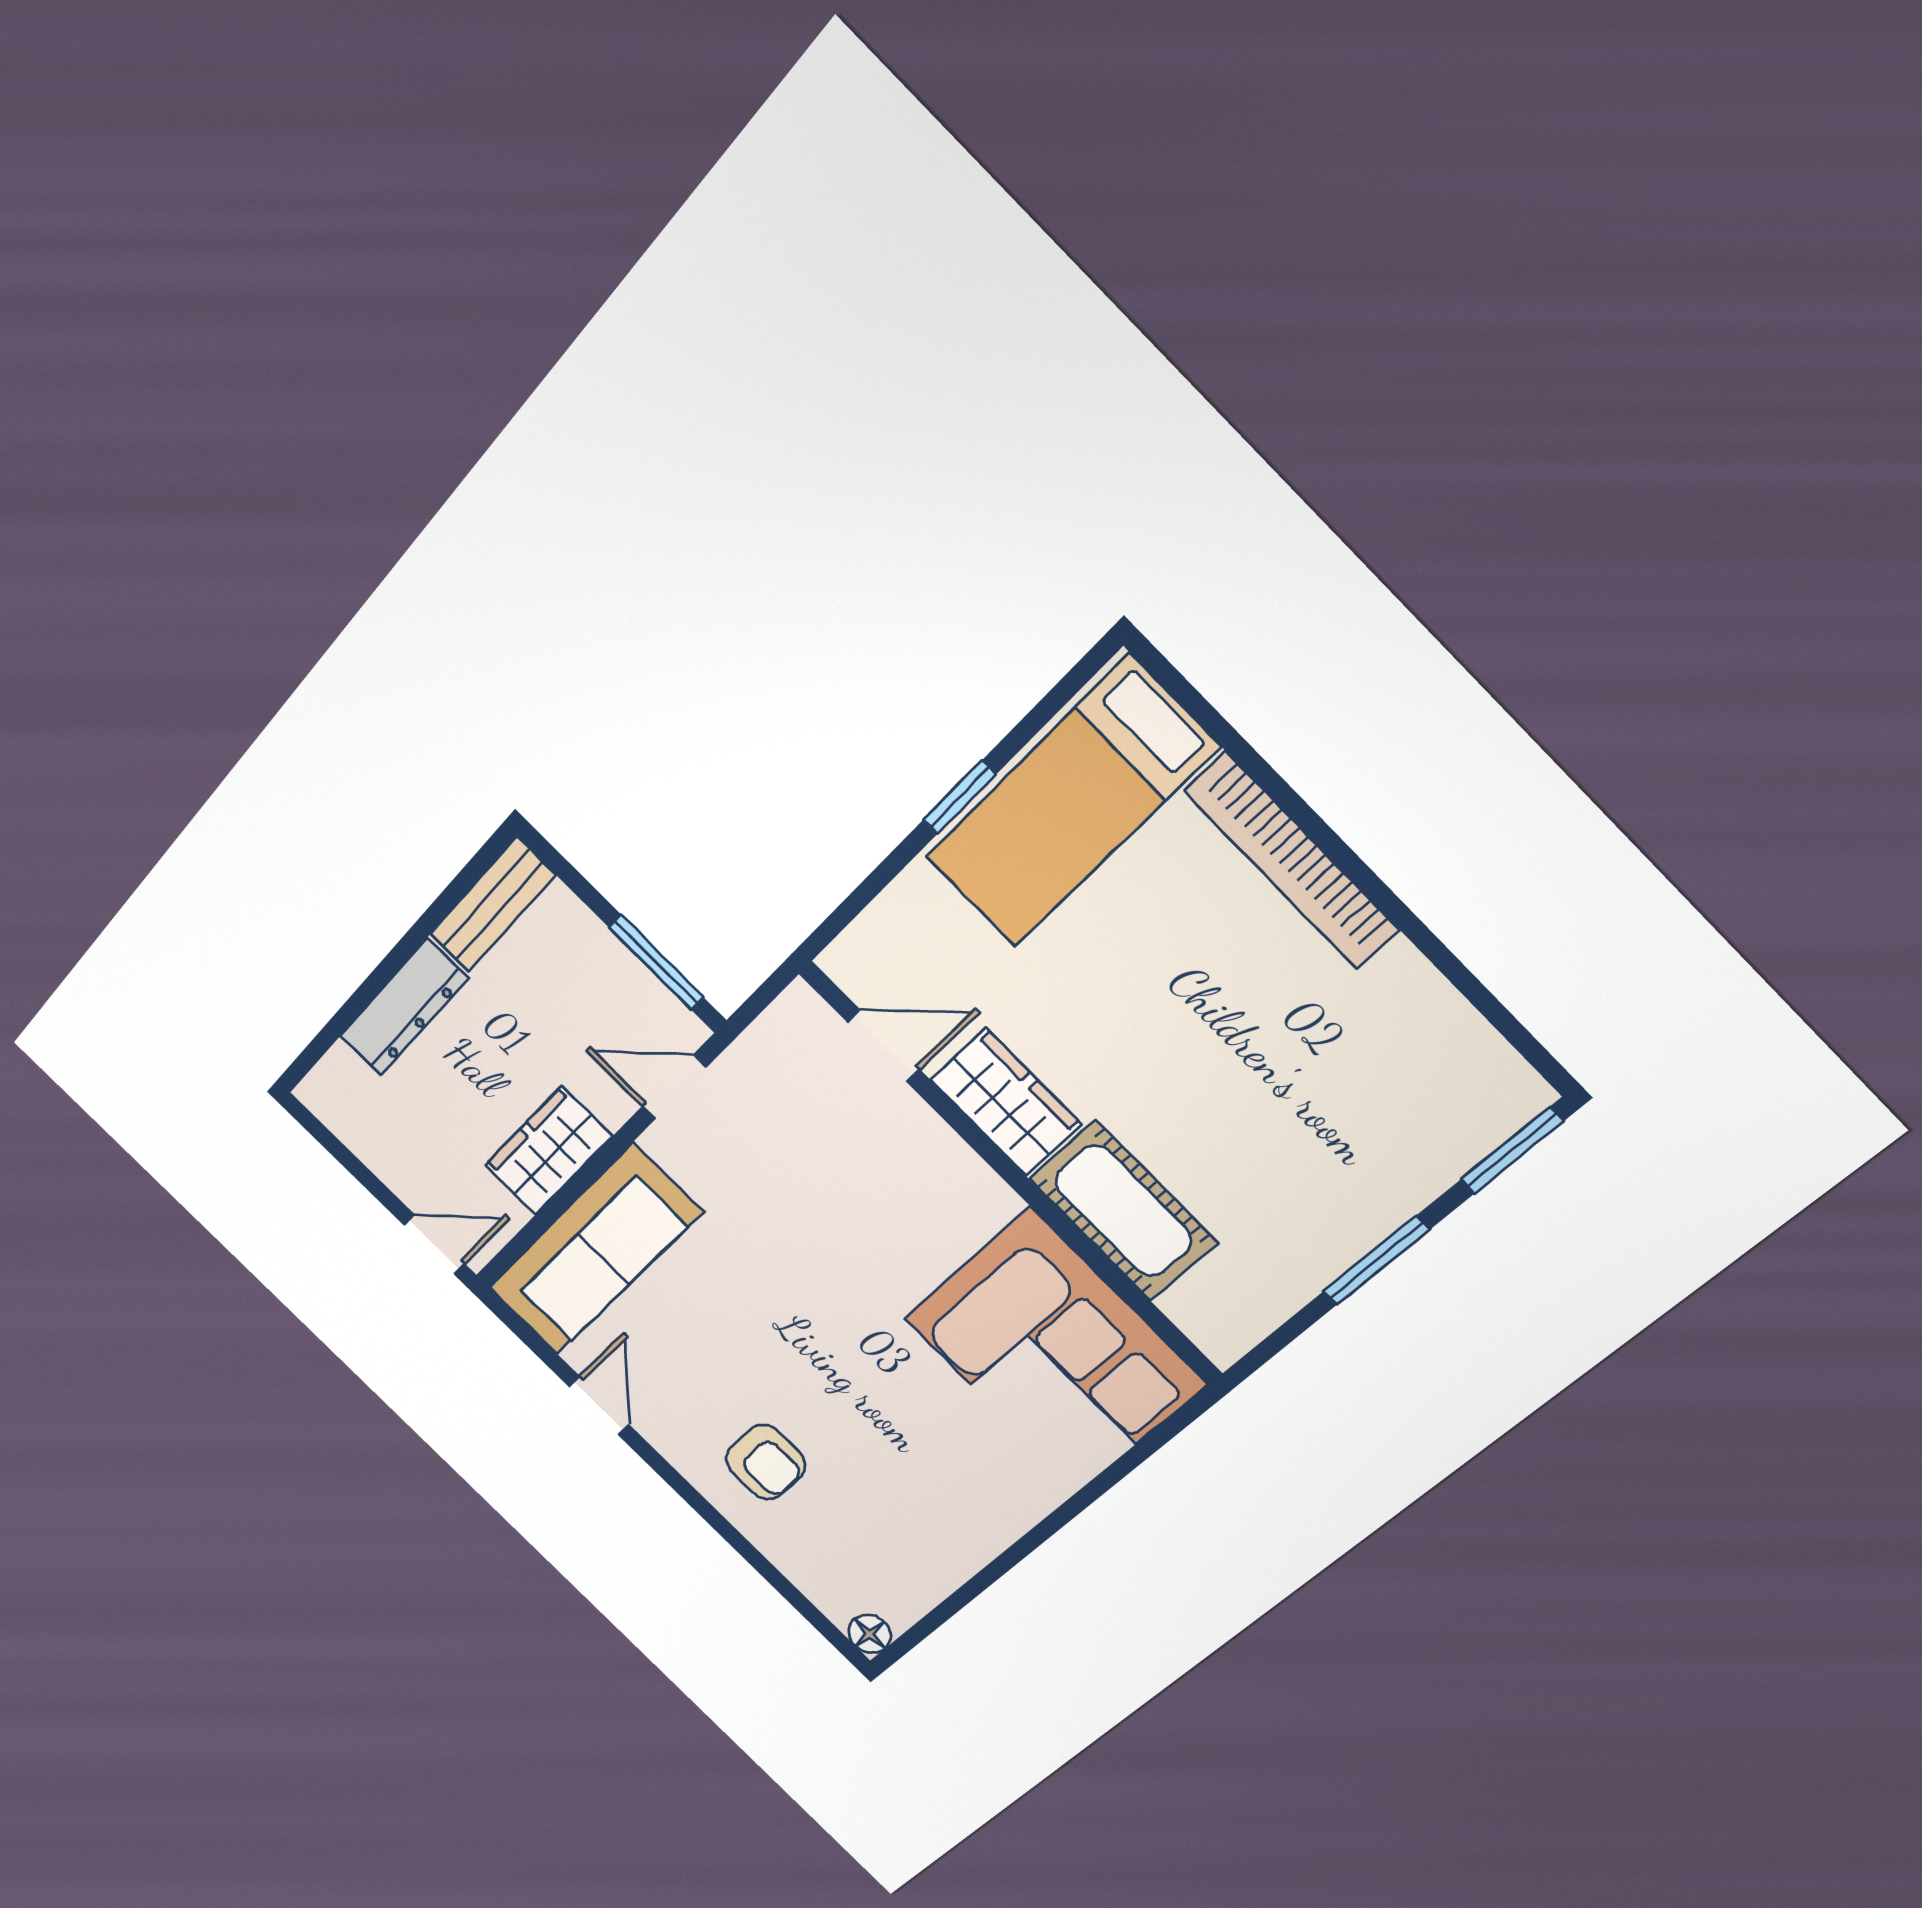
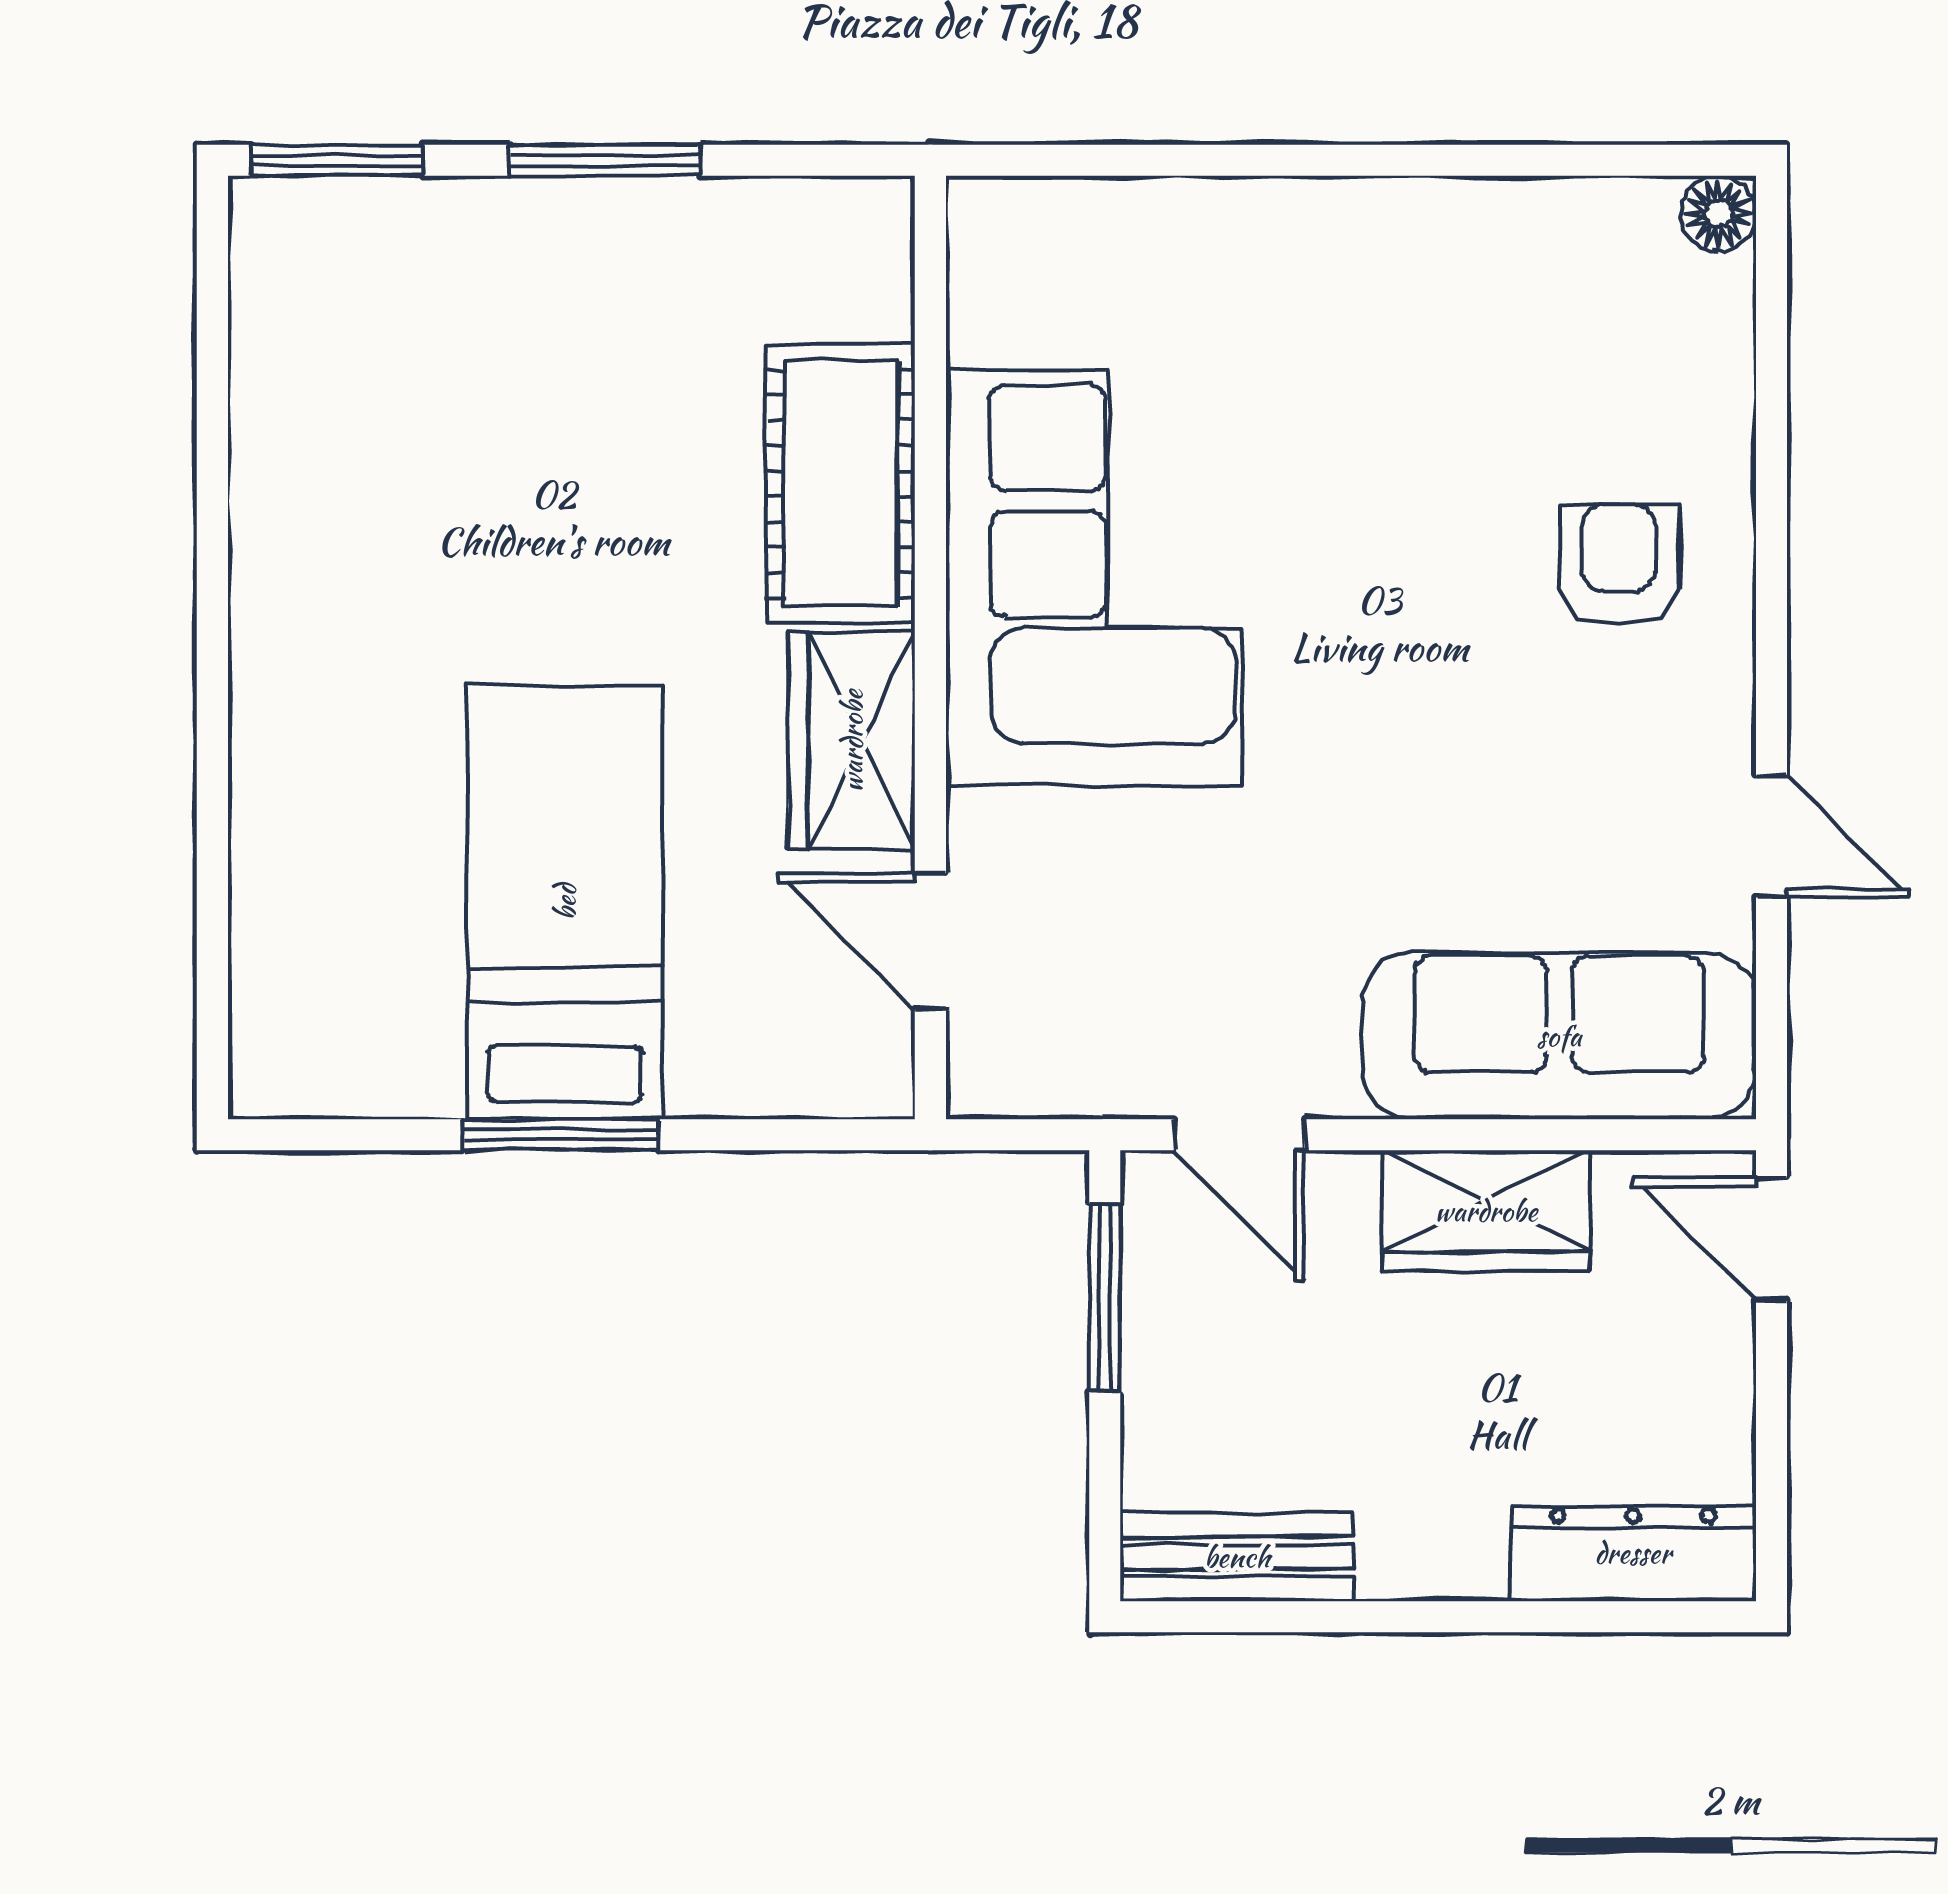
window: (959, 797) -> (560, 1135), width x1.50
bed: (1071, 803) -> (565, 902), moved, turned -90
bookcase: (1292, 861) -> (270, 715), removed
dresser: (404, 1007) -> (1633, 1553), moved
corner sofa: (1055, 1351) -> (1094, 578), moved
door: (599, 1406) -> (1771, 836), swing flipped

